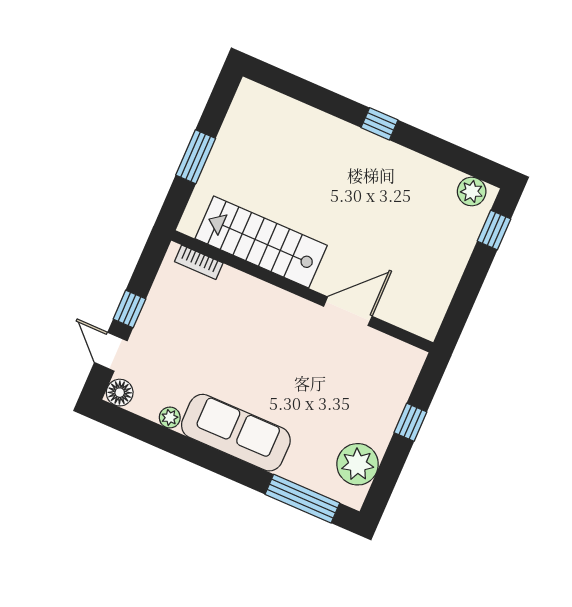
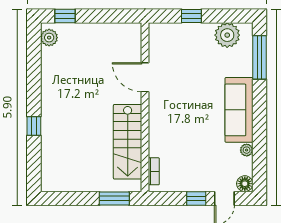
window: (379, 124) -> (34, 126), moved
window: (196, 157) -> (114, 198), moved

